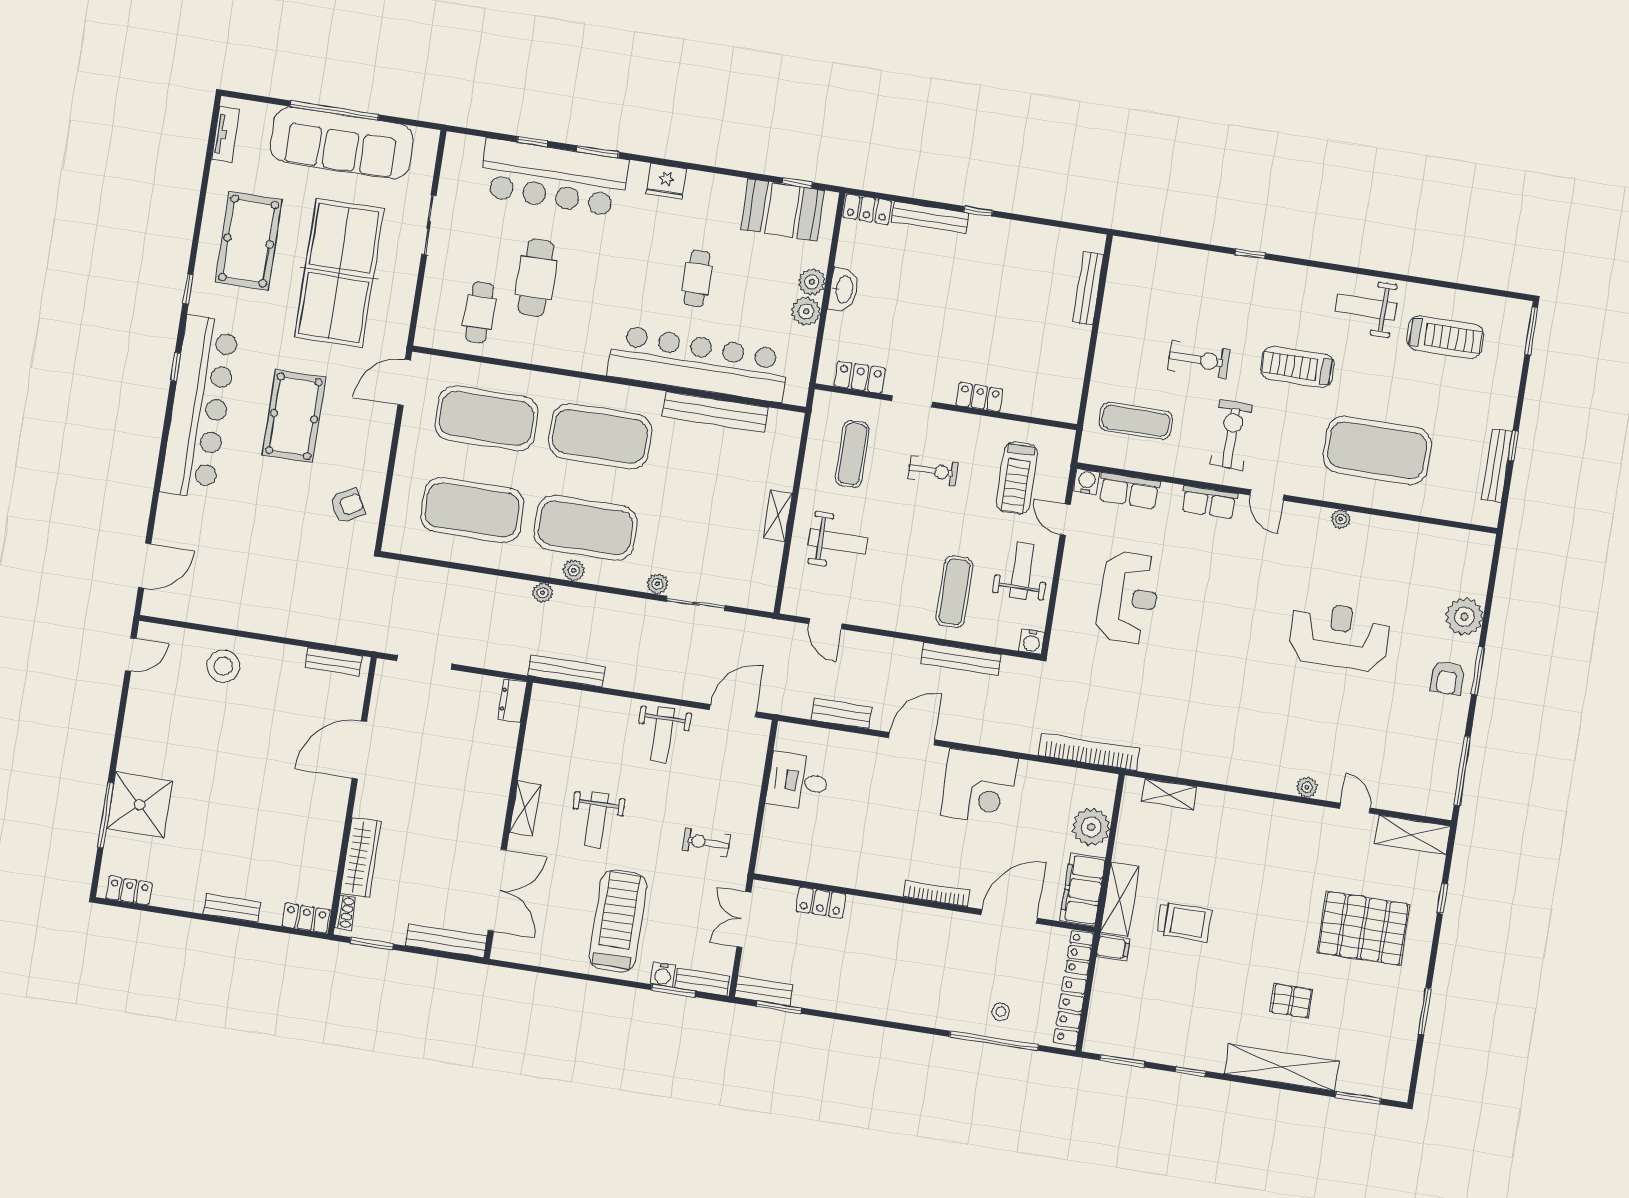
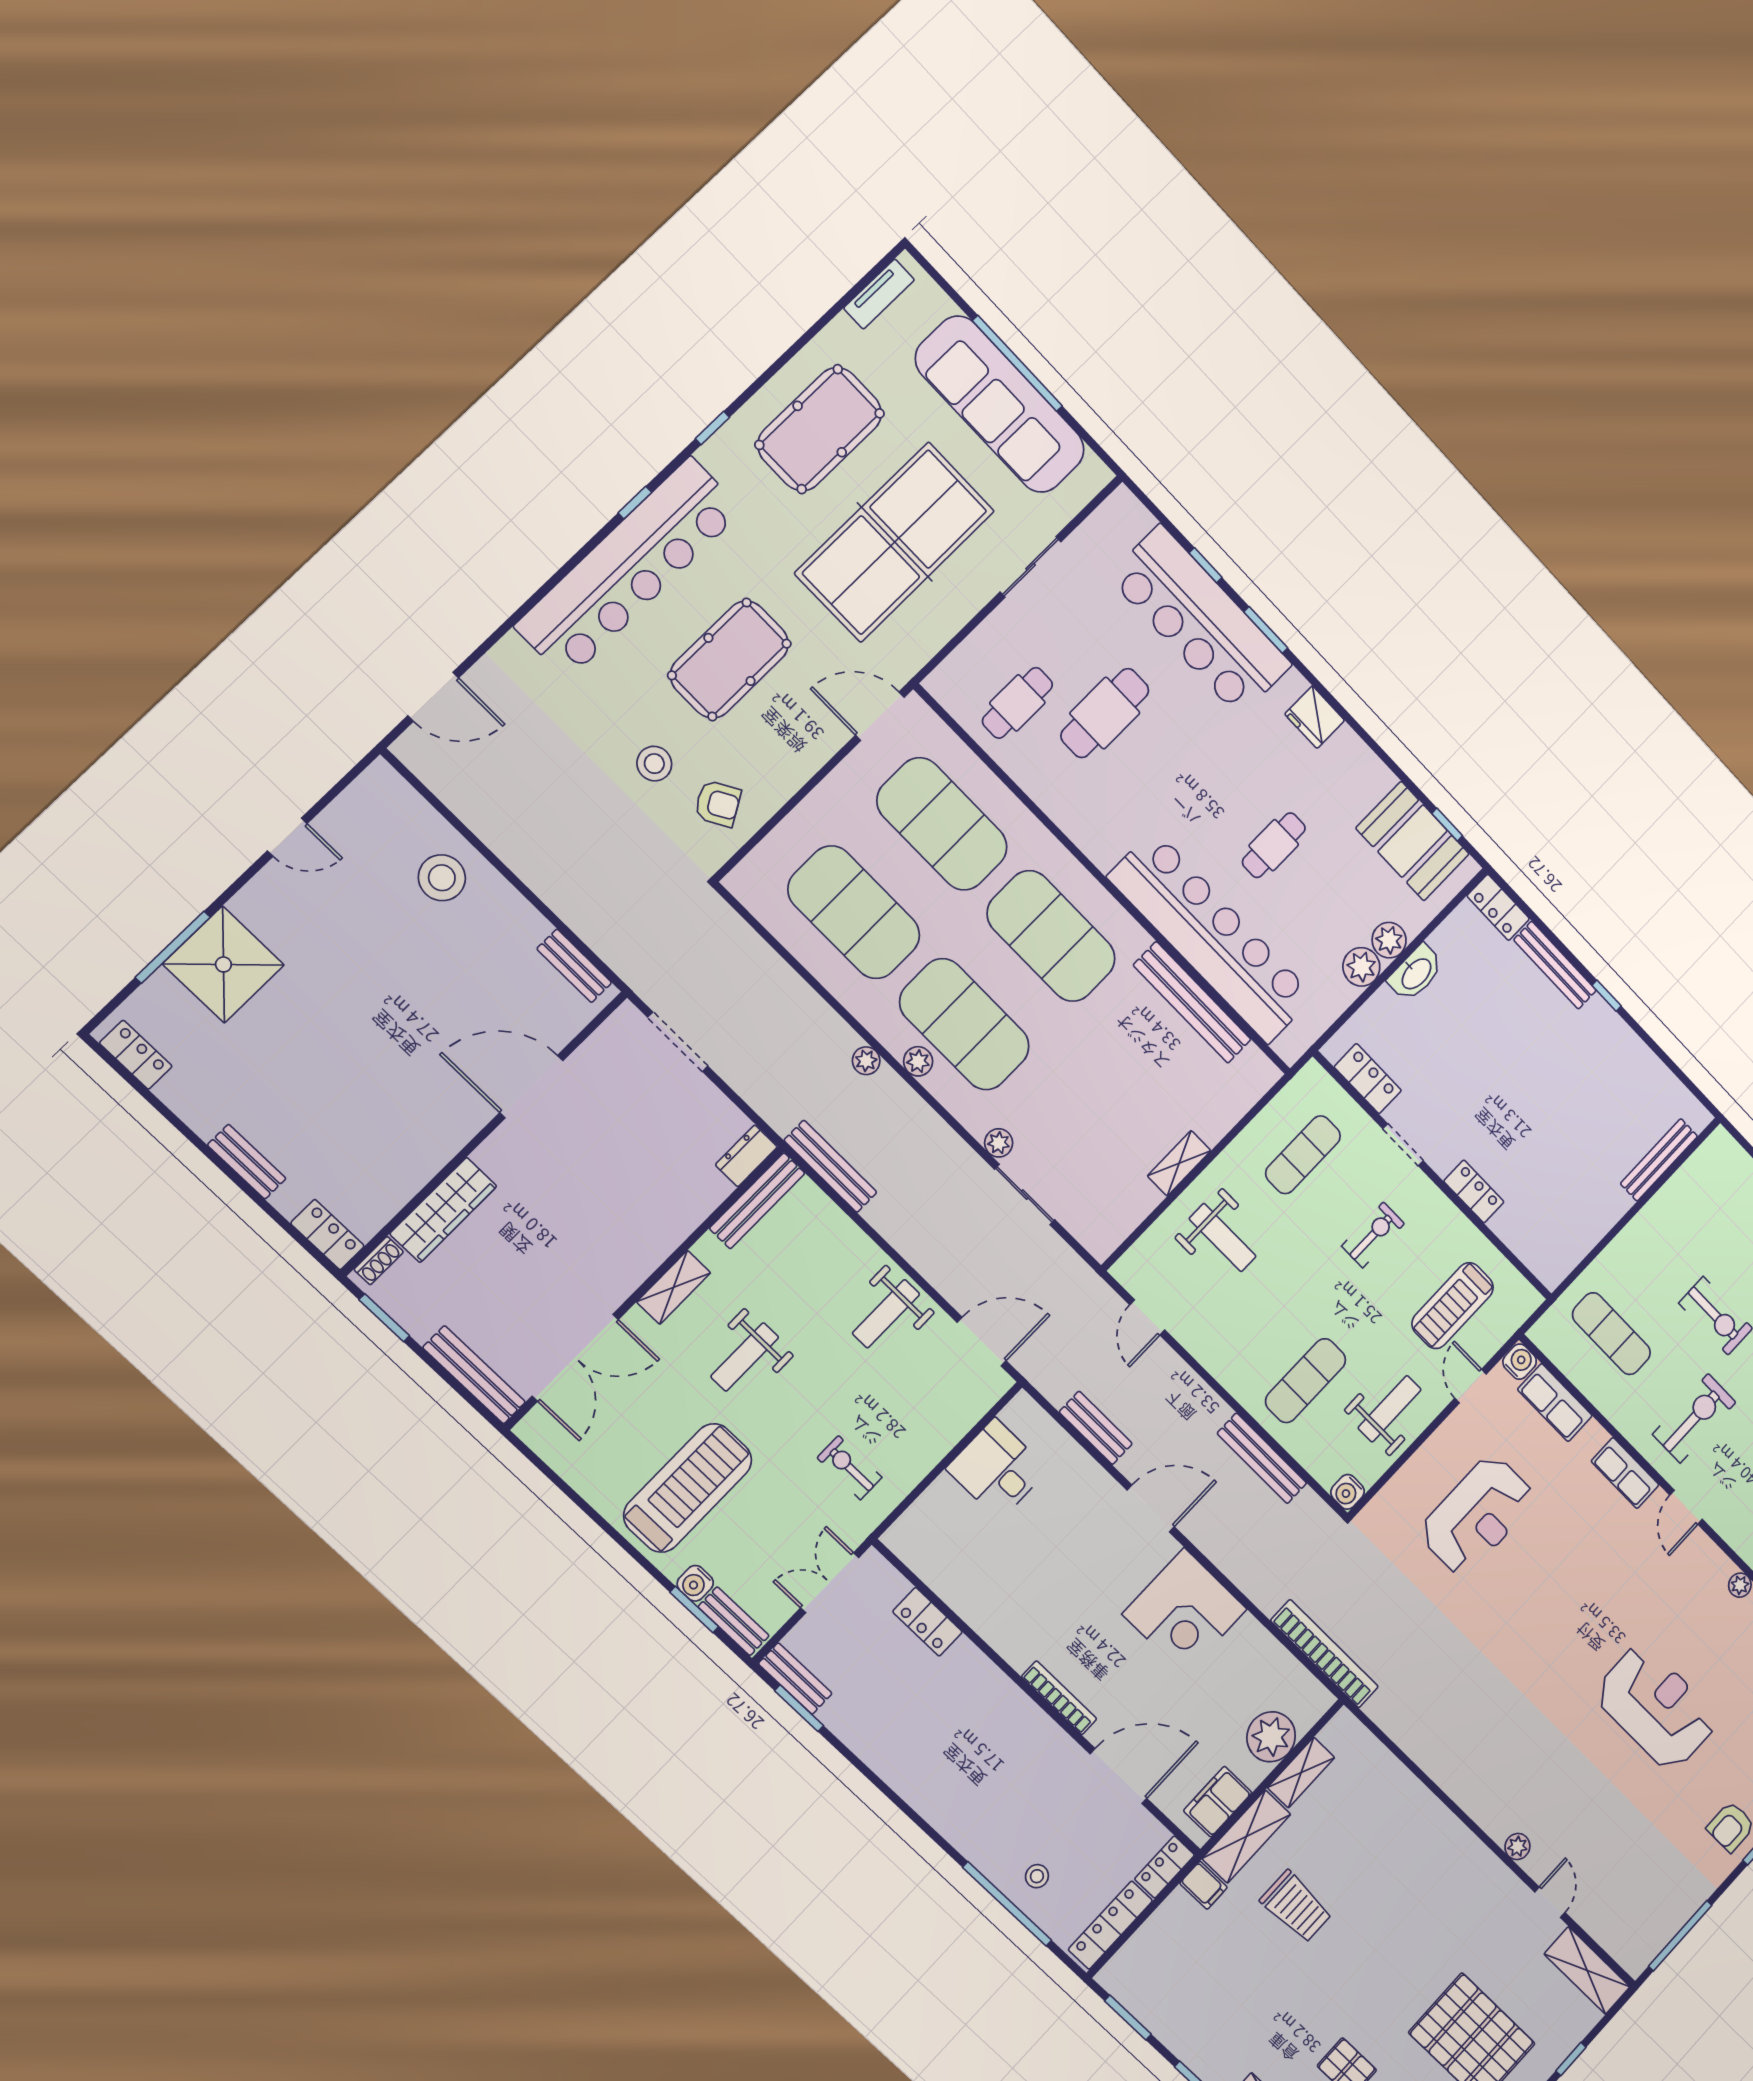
exercise bike: (933, 471) -> (1373, 1235), turned -90
stool: (295, 510) -> (654, 764), added
door: (131, 654) -> (287, 837), moved
bench: (538, 722) -> (757, 1201), added
shelving: (1169, 794) -> (1301, 1773), moved, turned 90
filing cabinet: (1083, 890) -> (1218, 1802), width x0.67, depth x0.86

